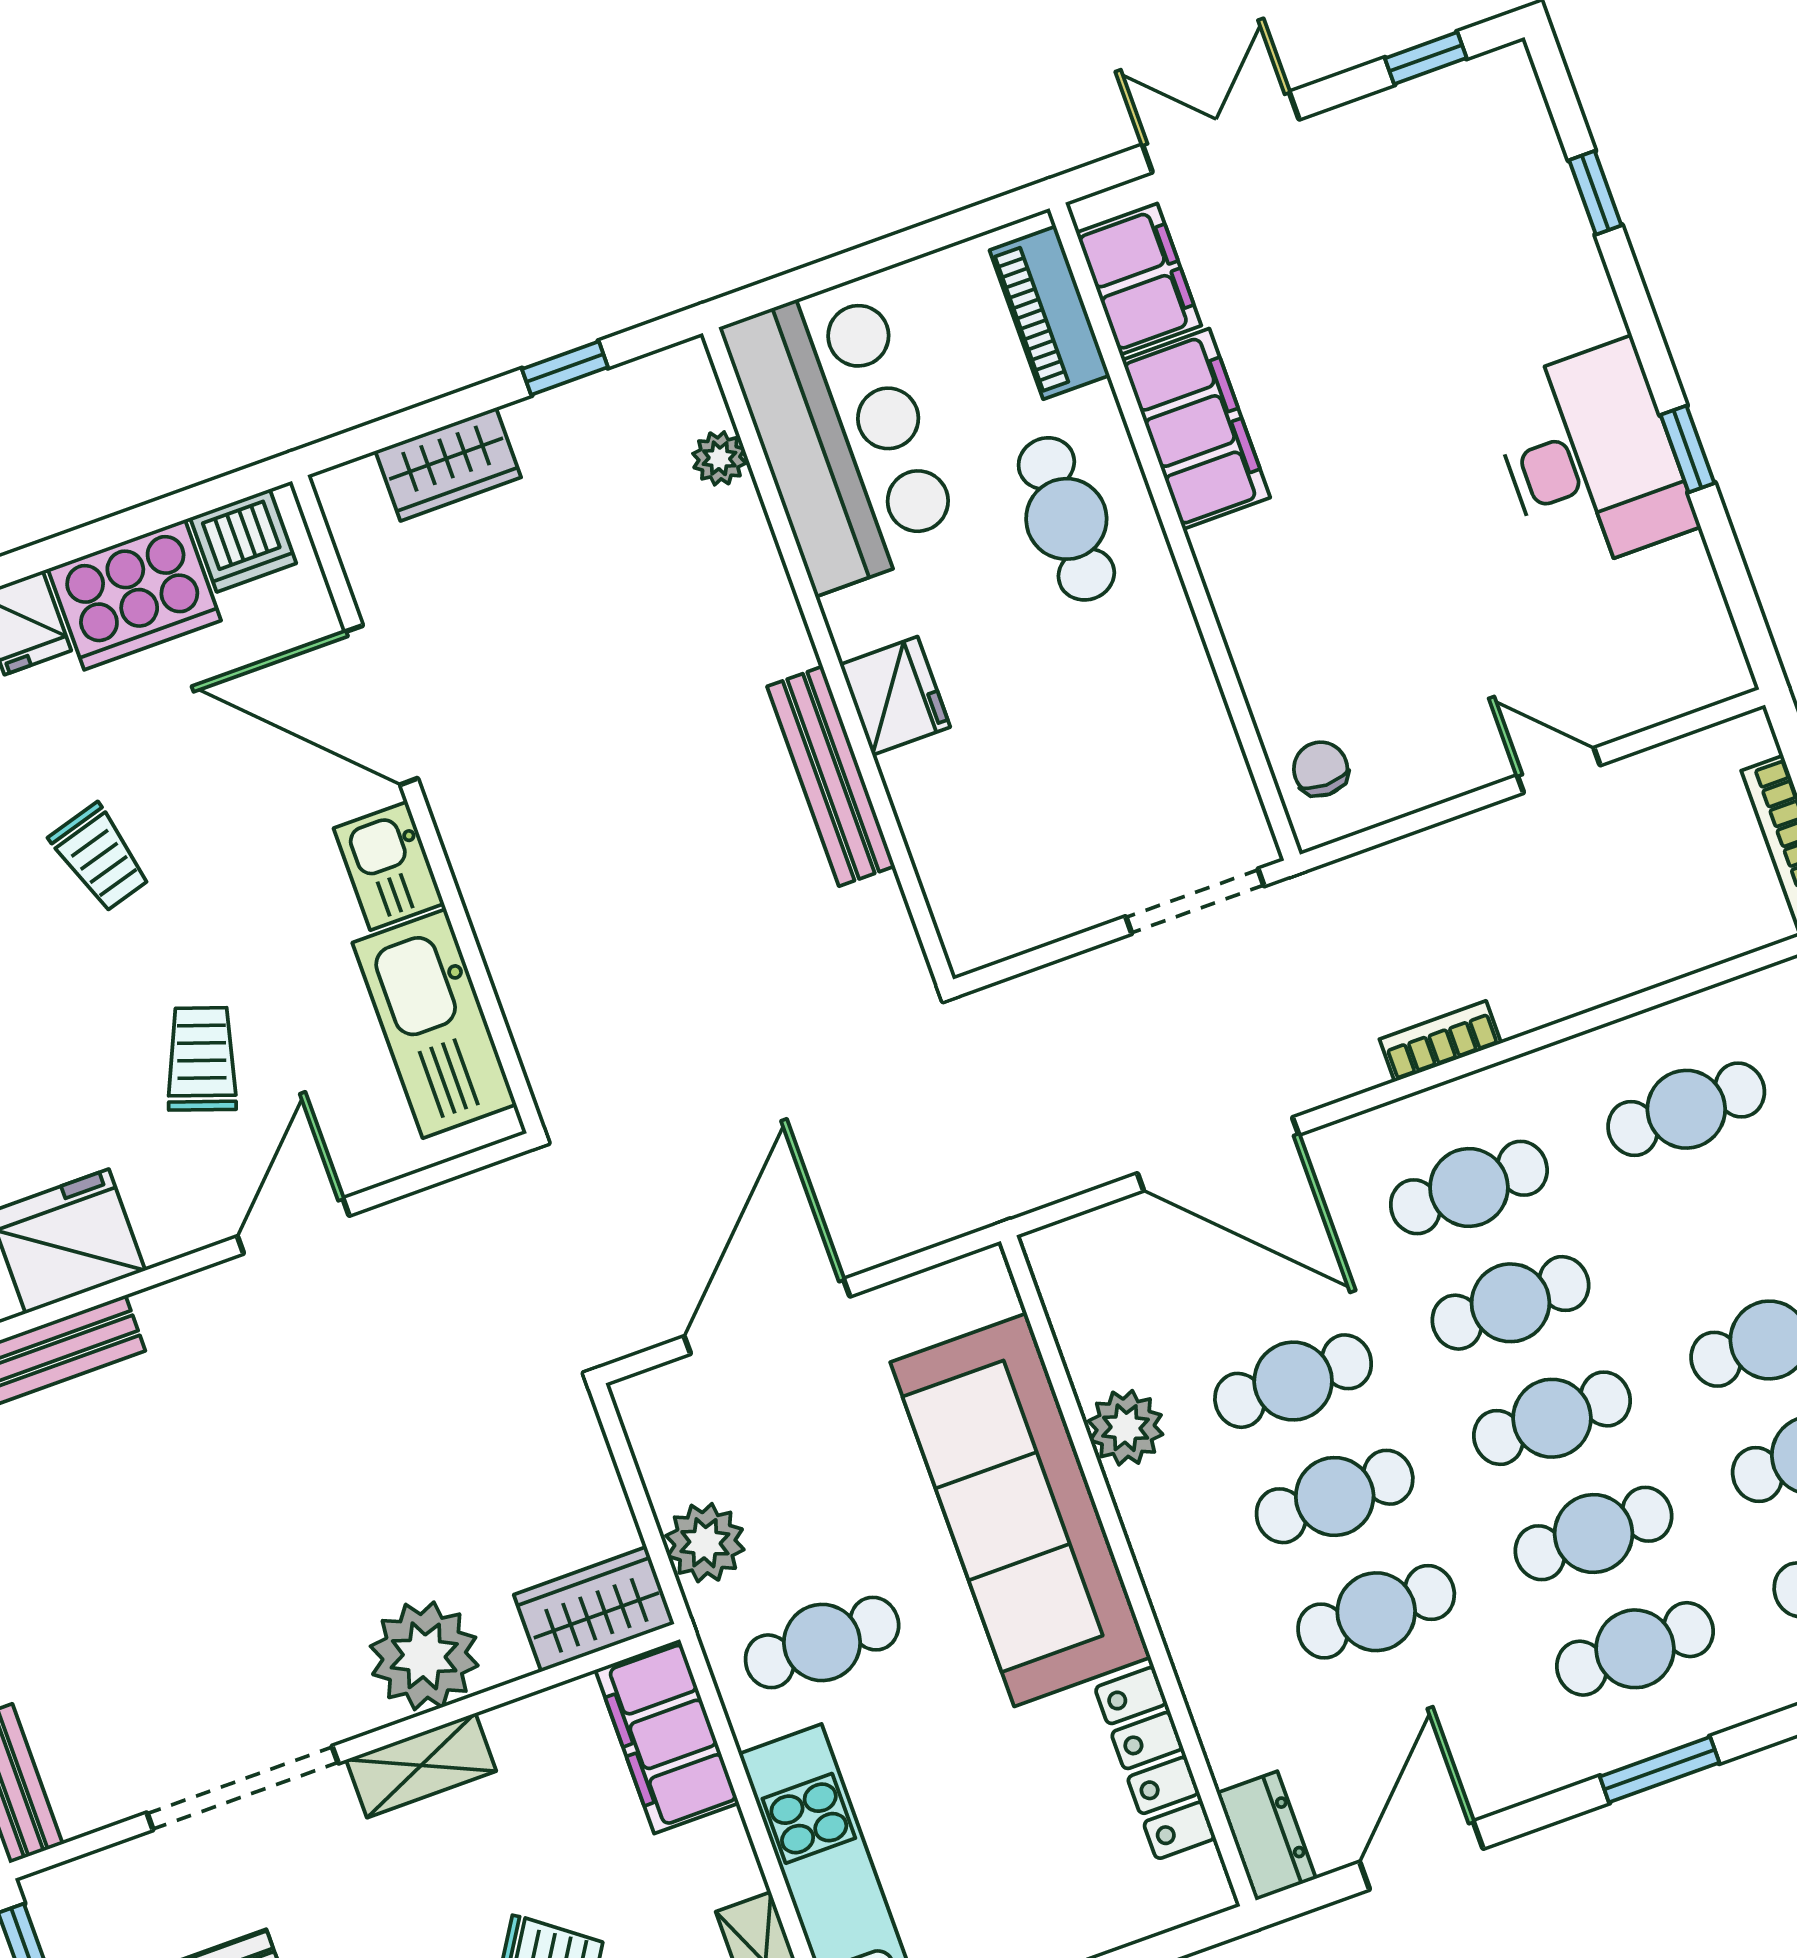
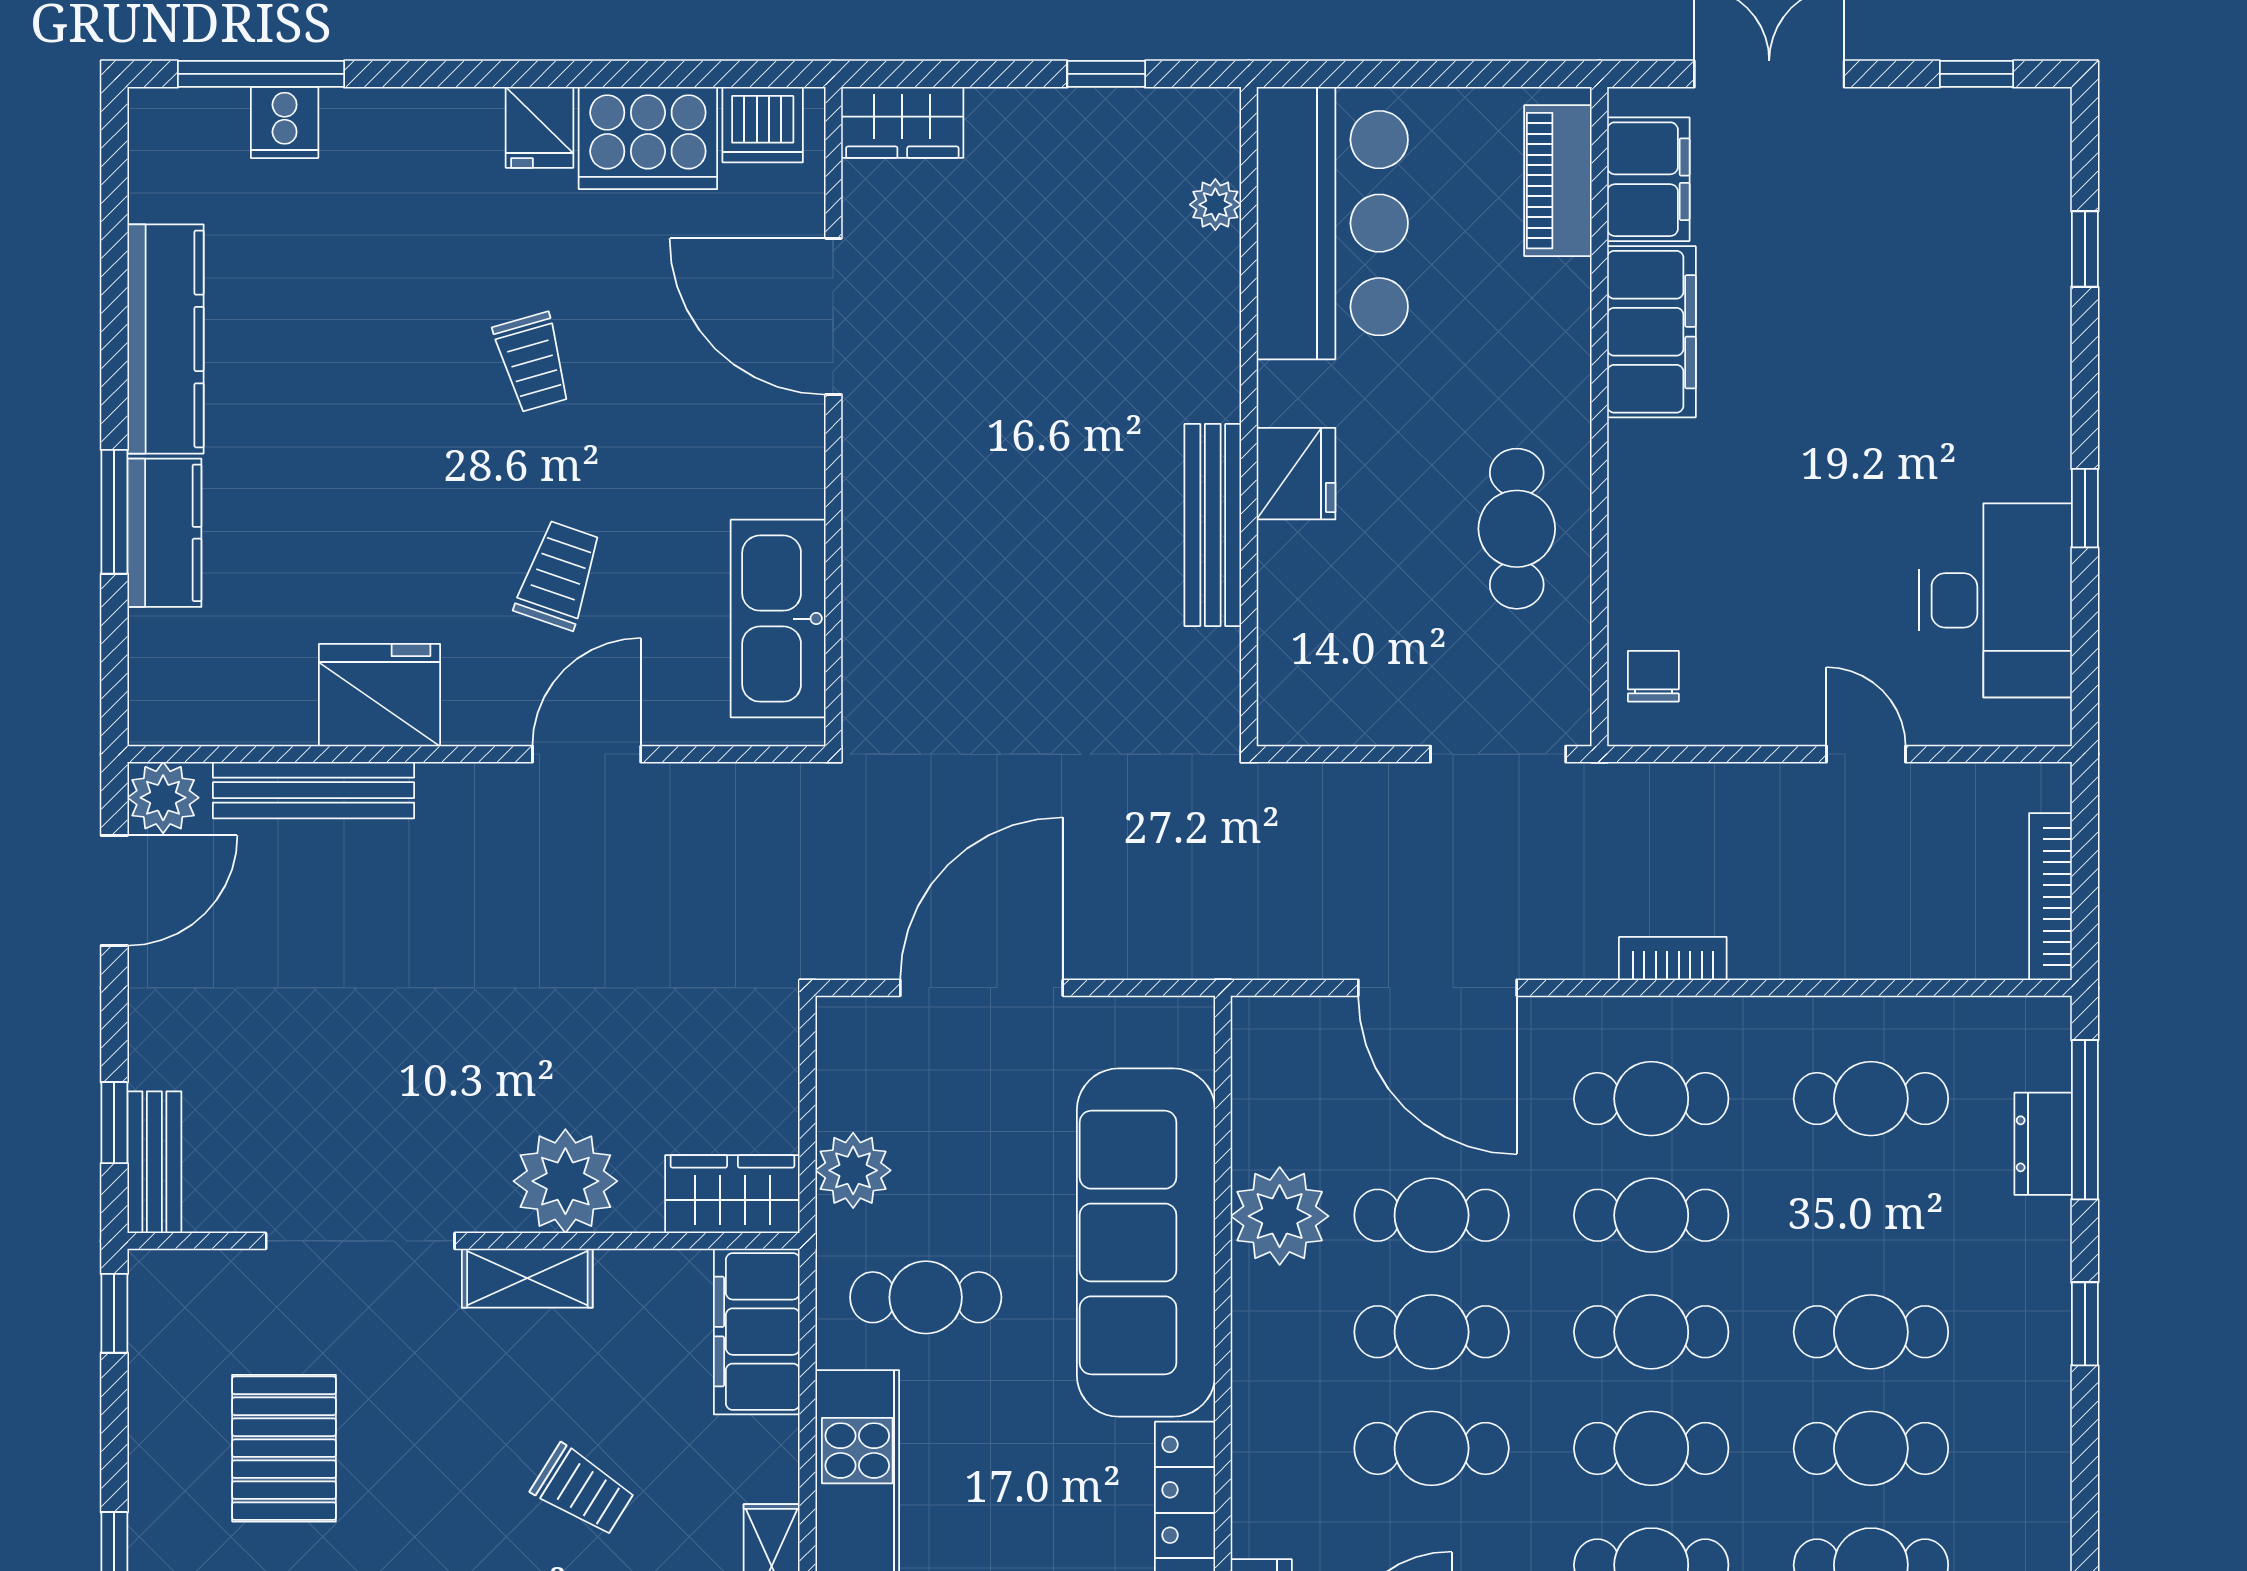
desk: (1591, 458) -> (1996, 600), moved
wardrobe: (448, 464) -> (902, 122), moved
cafe table: (1066, 519) -> (1517, 529), moved
kitchen sink: (389, 866) -> (788, 463), removed
plant: (1126, 1428) -> (1280, 1216), width x1.36, depth x1.36

